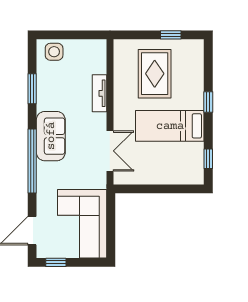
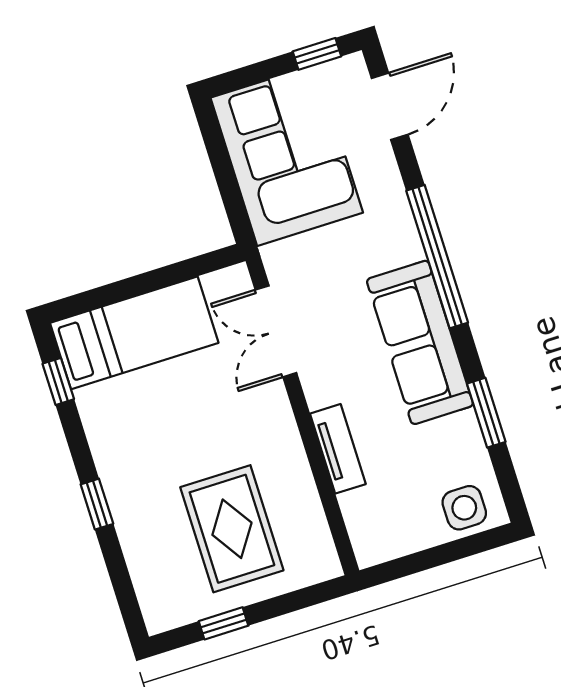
bed: (170, 126) -> (134, 333), moved
sofa: (51, 136) -> (420, 342), width x1.36

